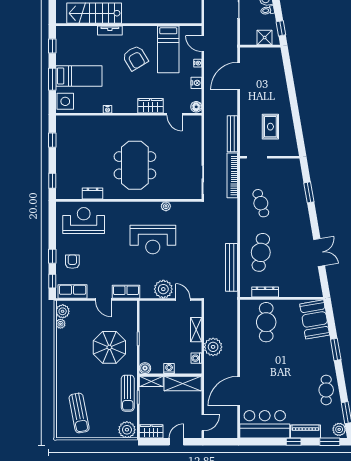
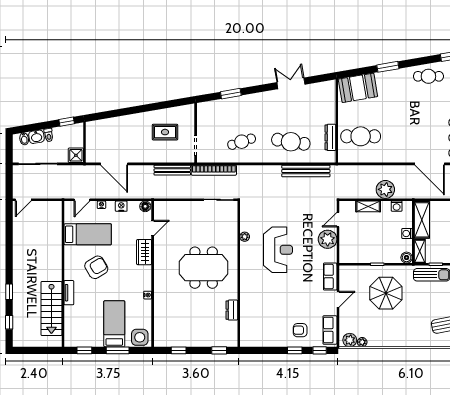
shower: (265, 38) -> (76, 155), moved
reception desk: (84, 220) -> (259, 319), removed

